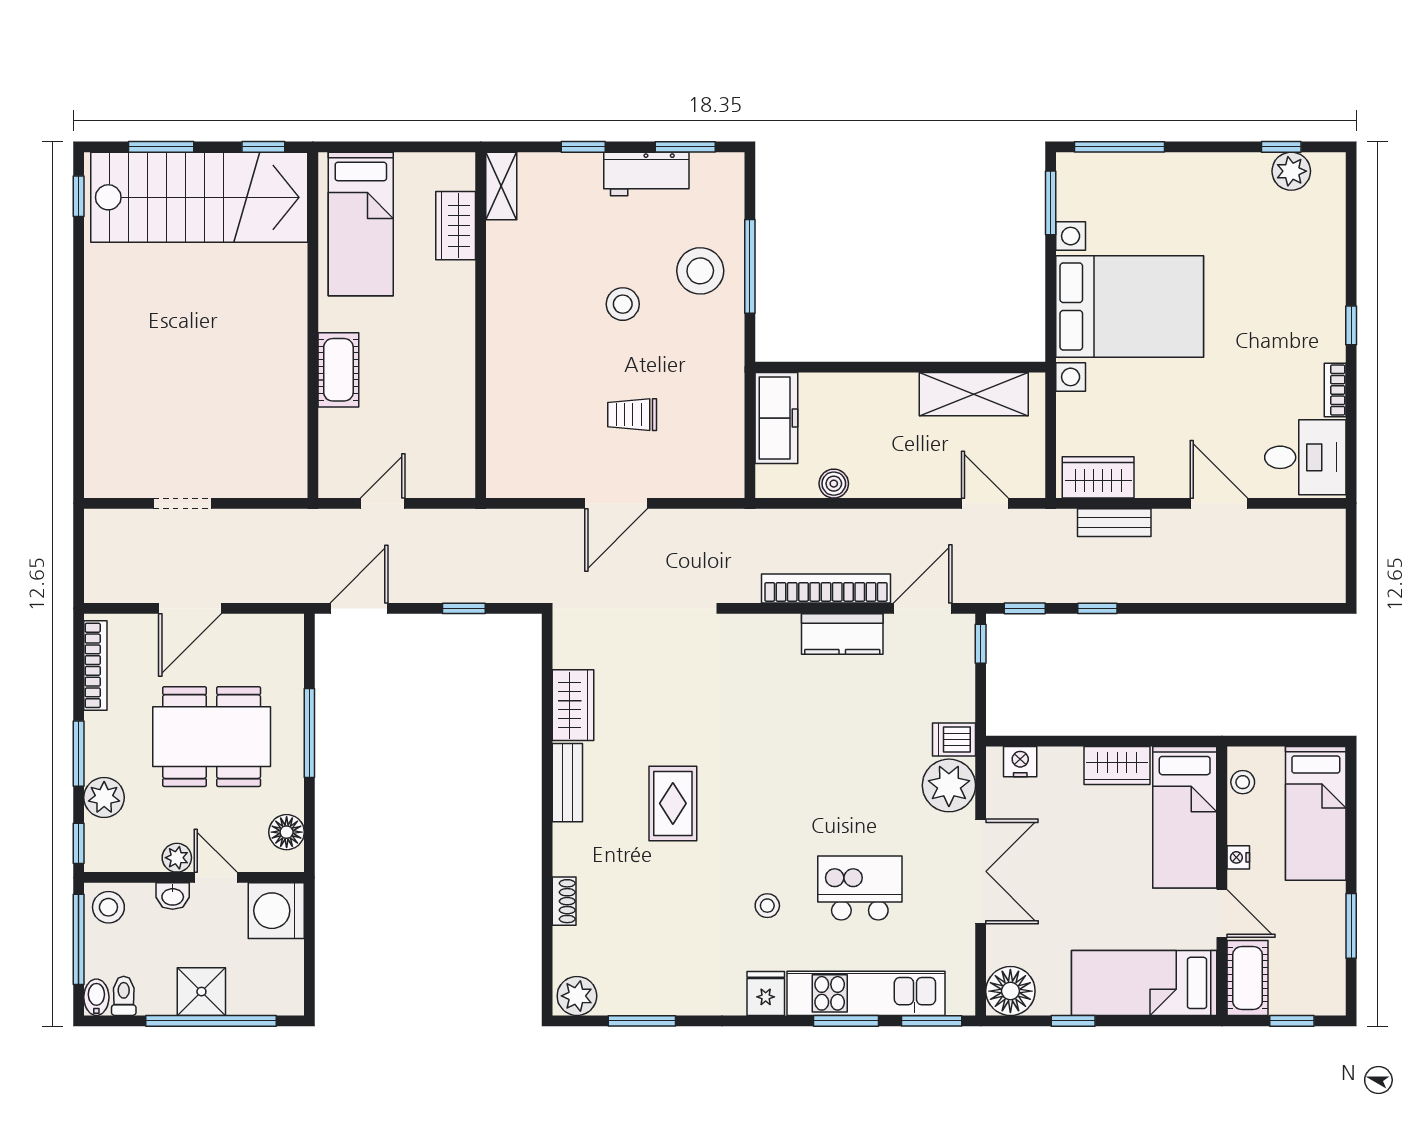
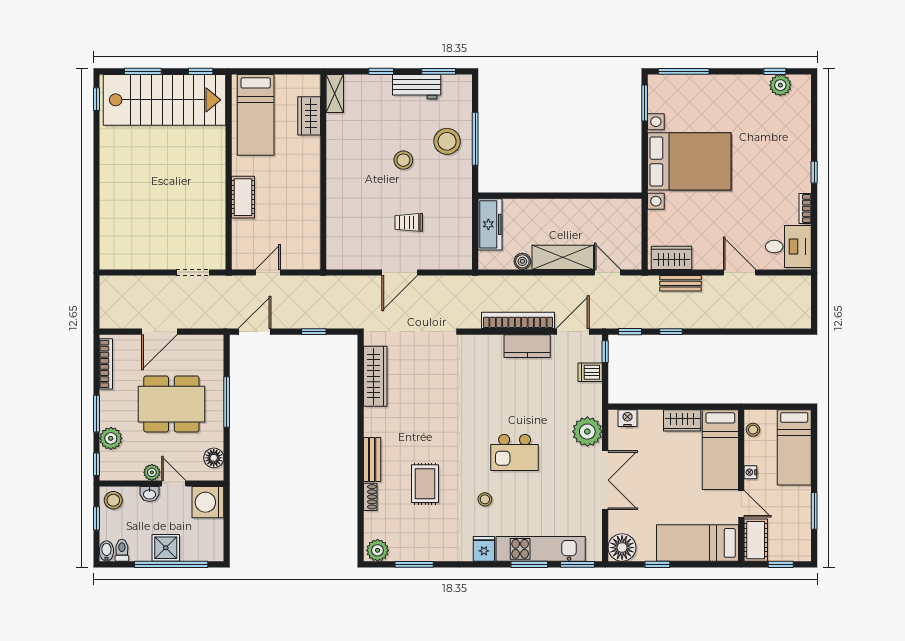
shelving: (974, 394) -> (563, 257), moved
doorway: (182, 503) -> (193, 273), moved
wardrobe: (573, 705) -> (375, 376), width x1.50
dishwasher: (954, 740) -> (590, 372), moved
bench: (567, 783) -> (372, 459), moved
rug: (673, 803) -> (425, 484), moved
kitchen island: (860, 888) -> (515, 452), moved, turned 180
window: (79, 939) -> (96, 518), width x0.46

